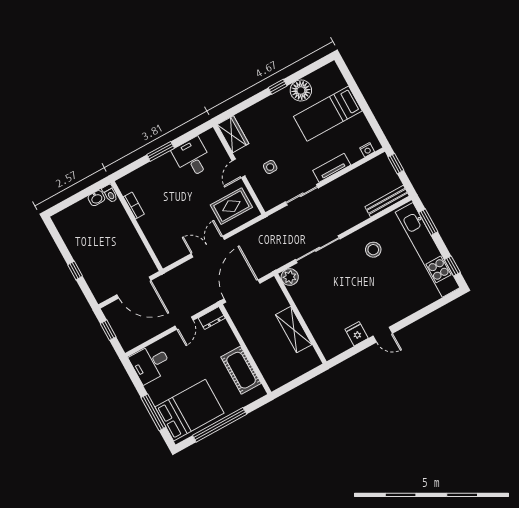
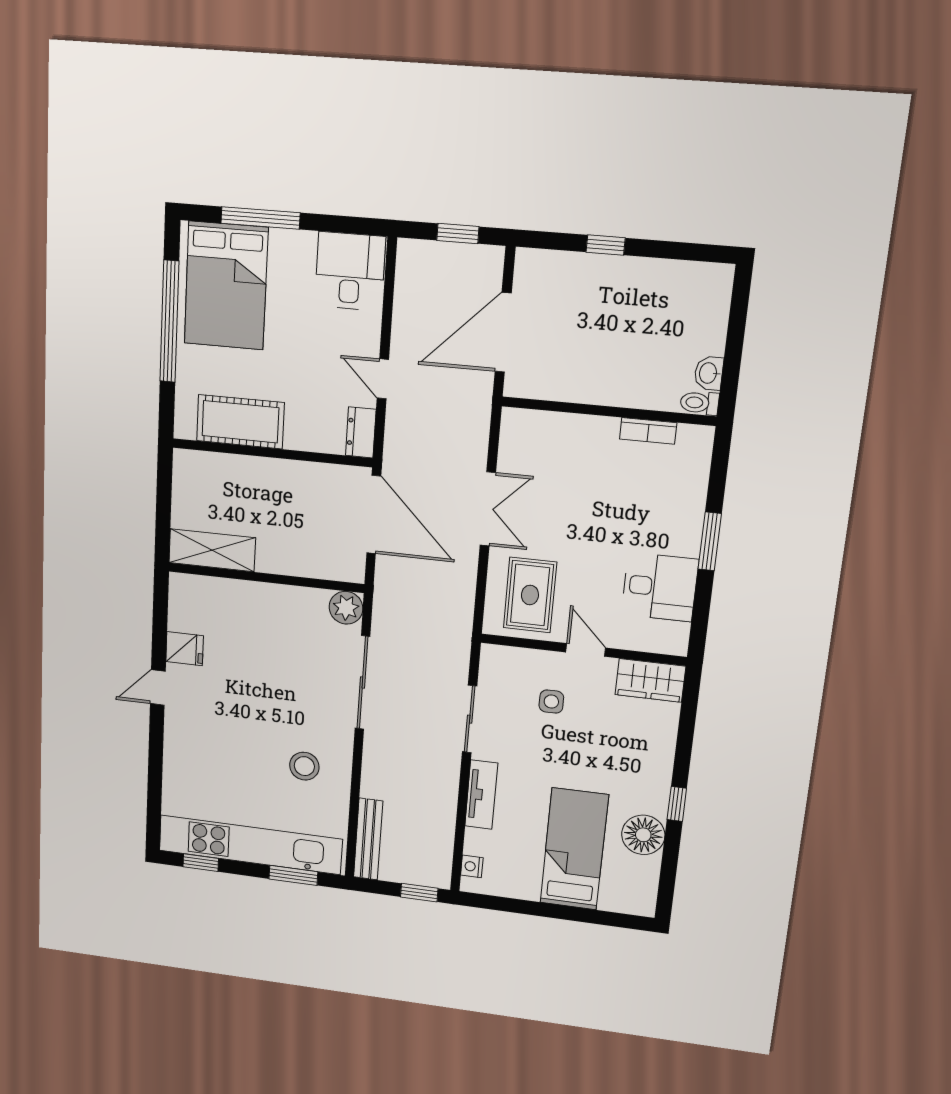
shelving: (294, 330) -> (212, 550), moved

